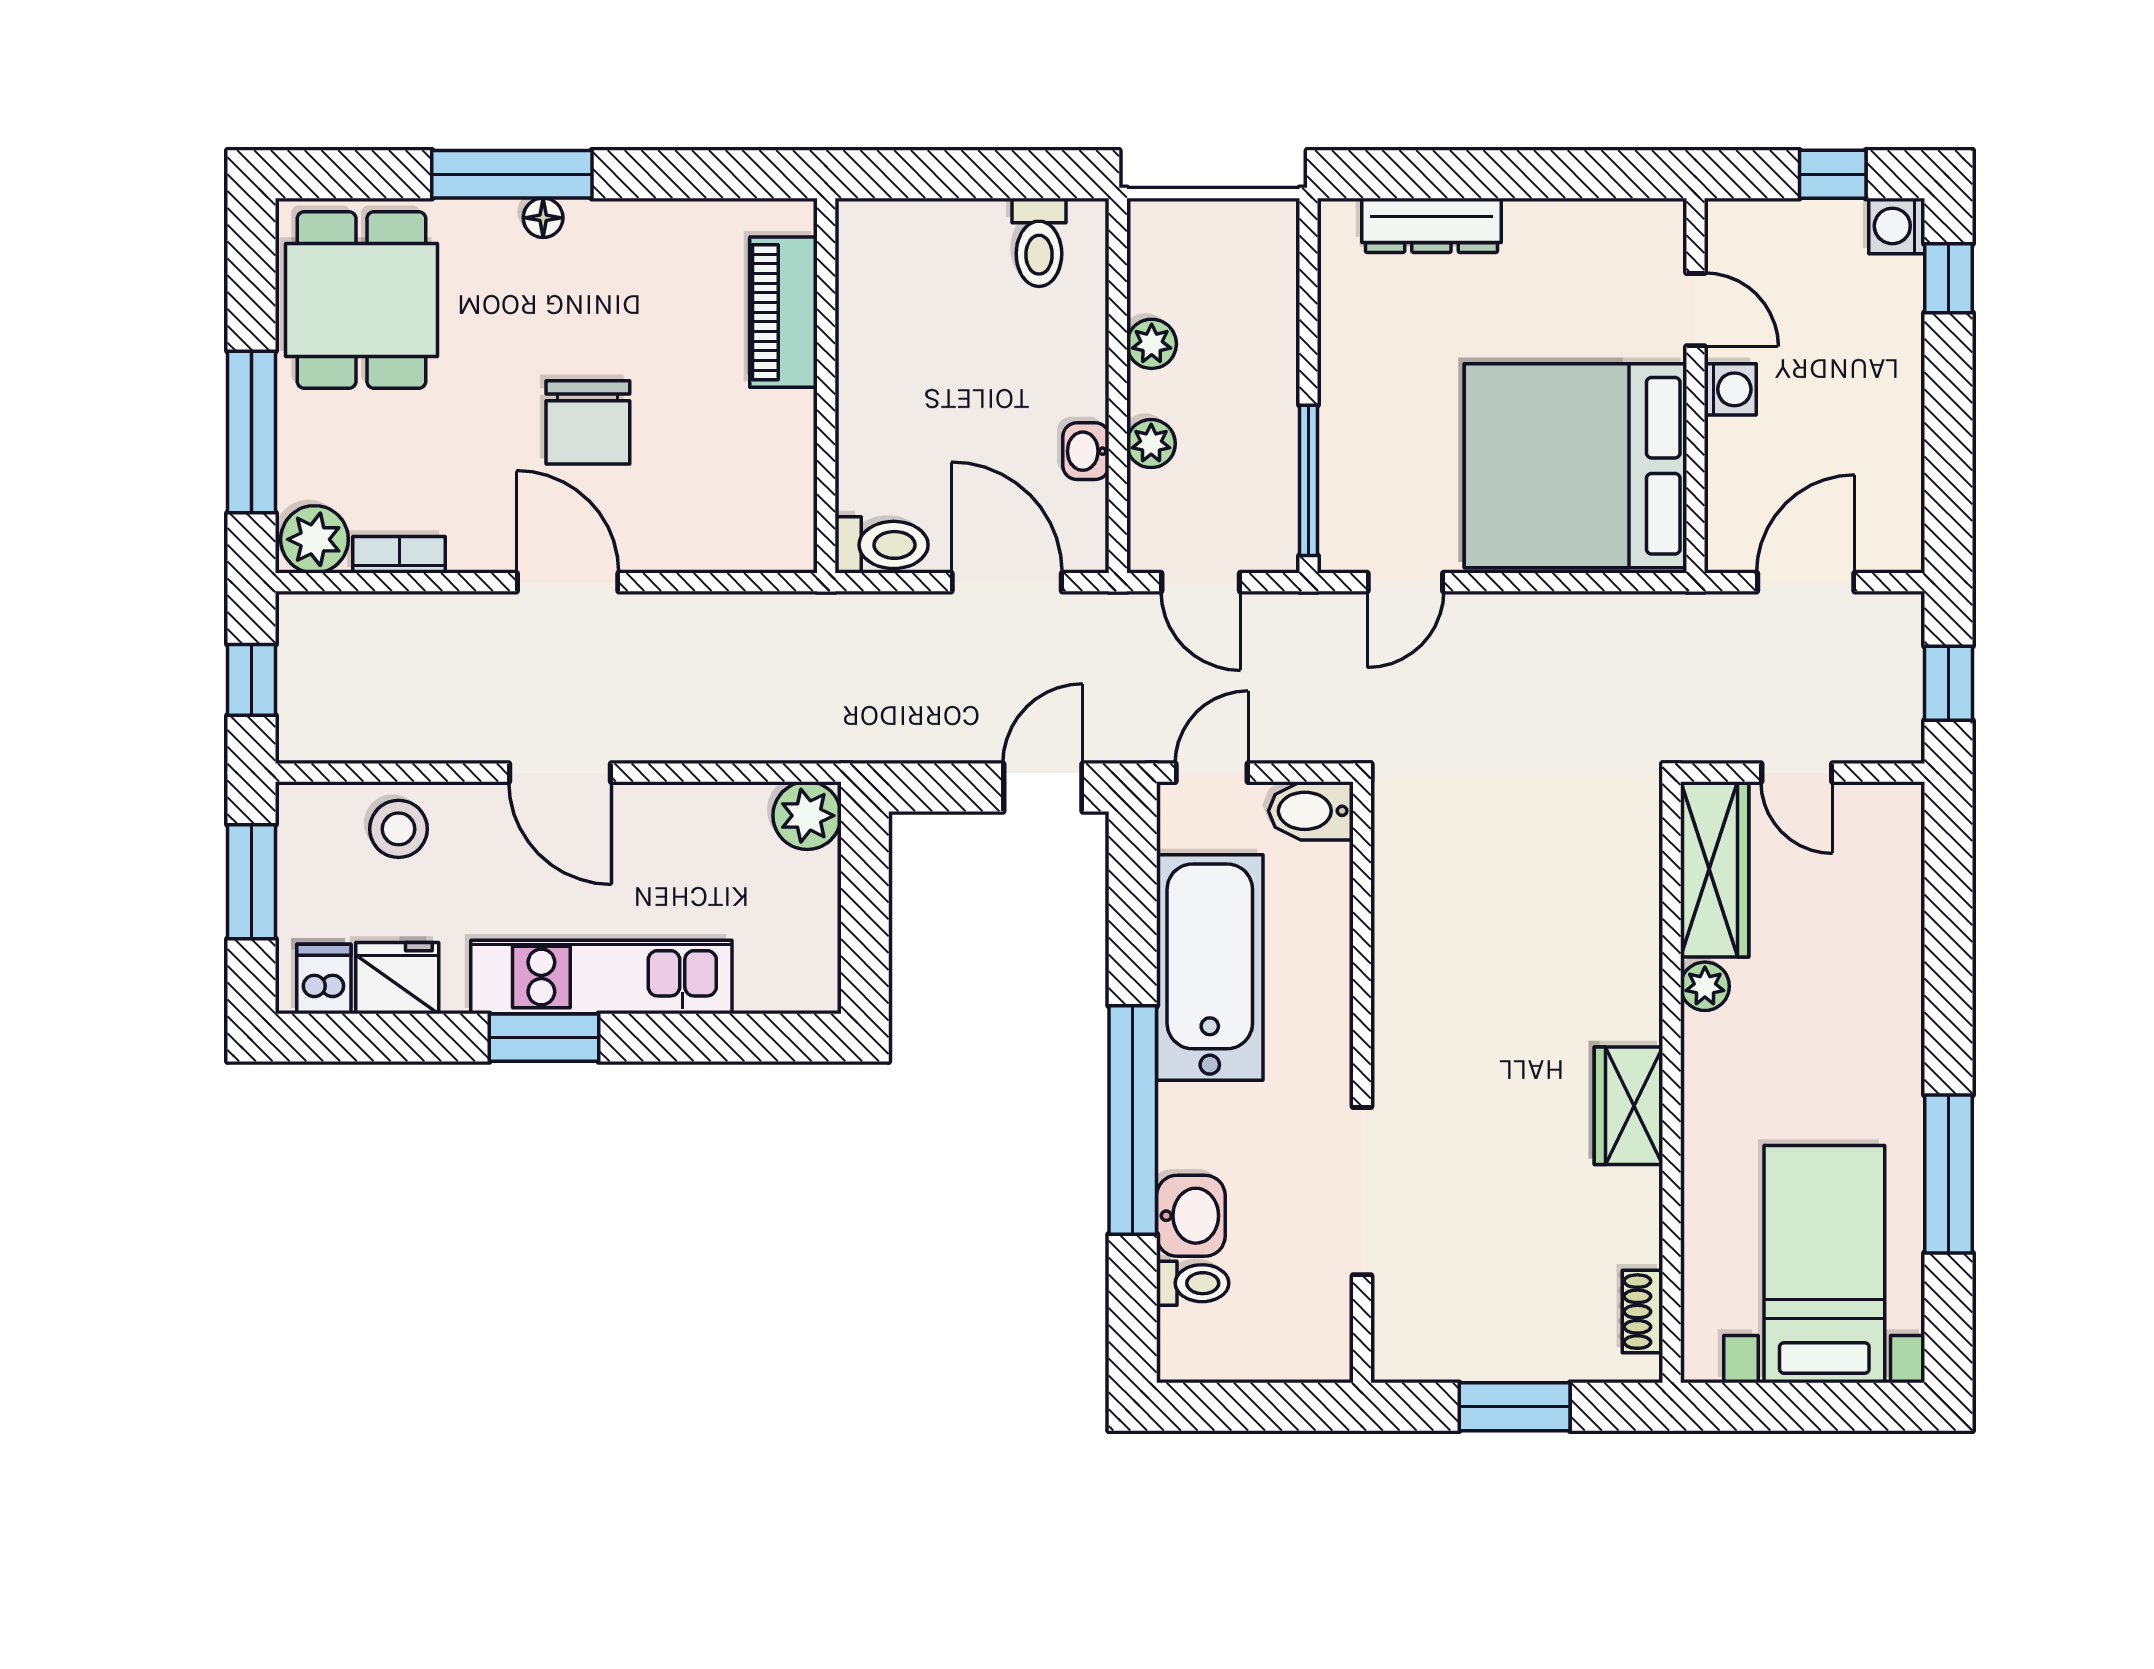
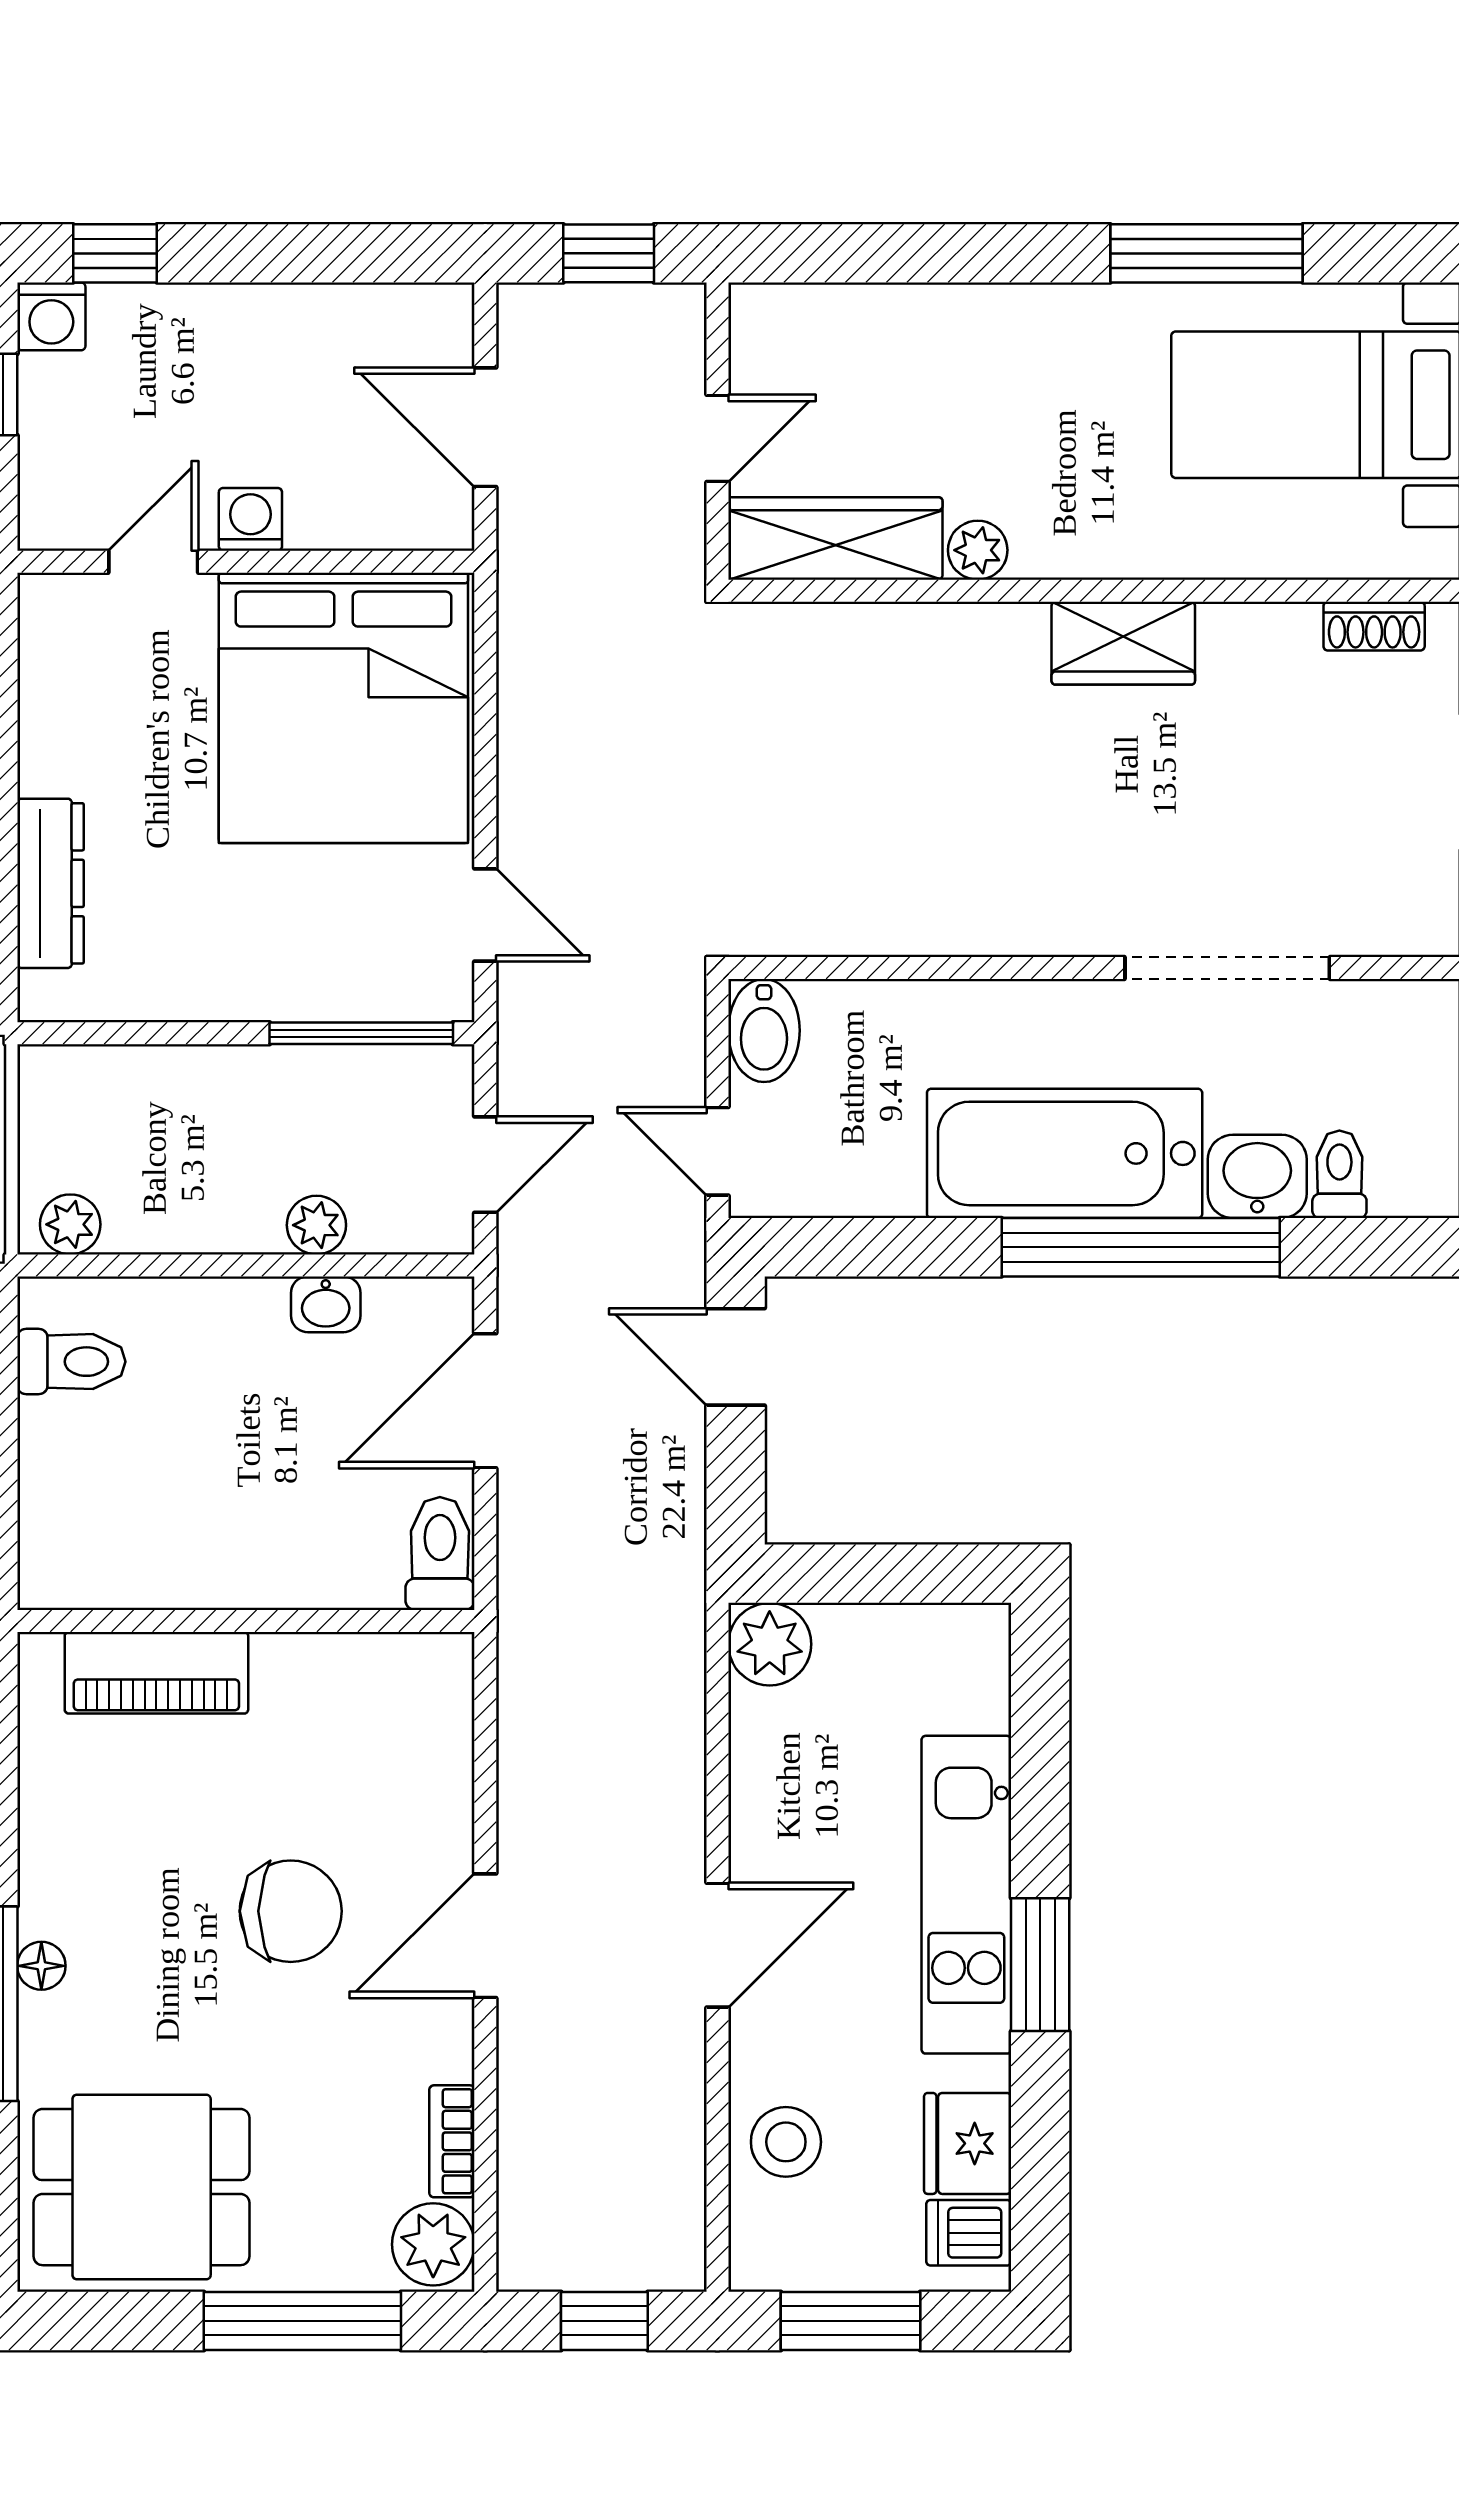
plant: (1152, 344) -> (70, 1224), moved
bathtub: (1210, 968) -> (1065, 1153), moved

